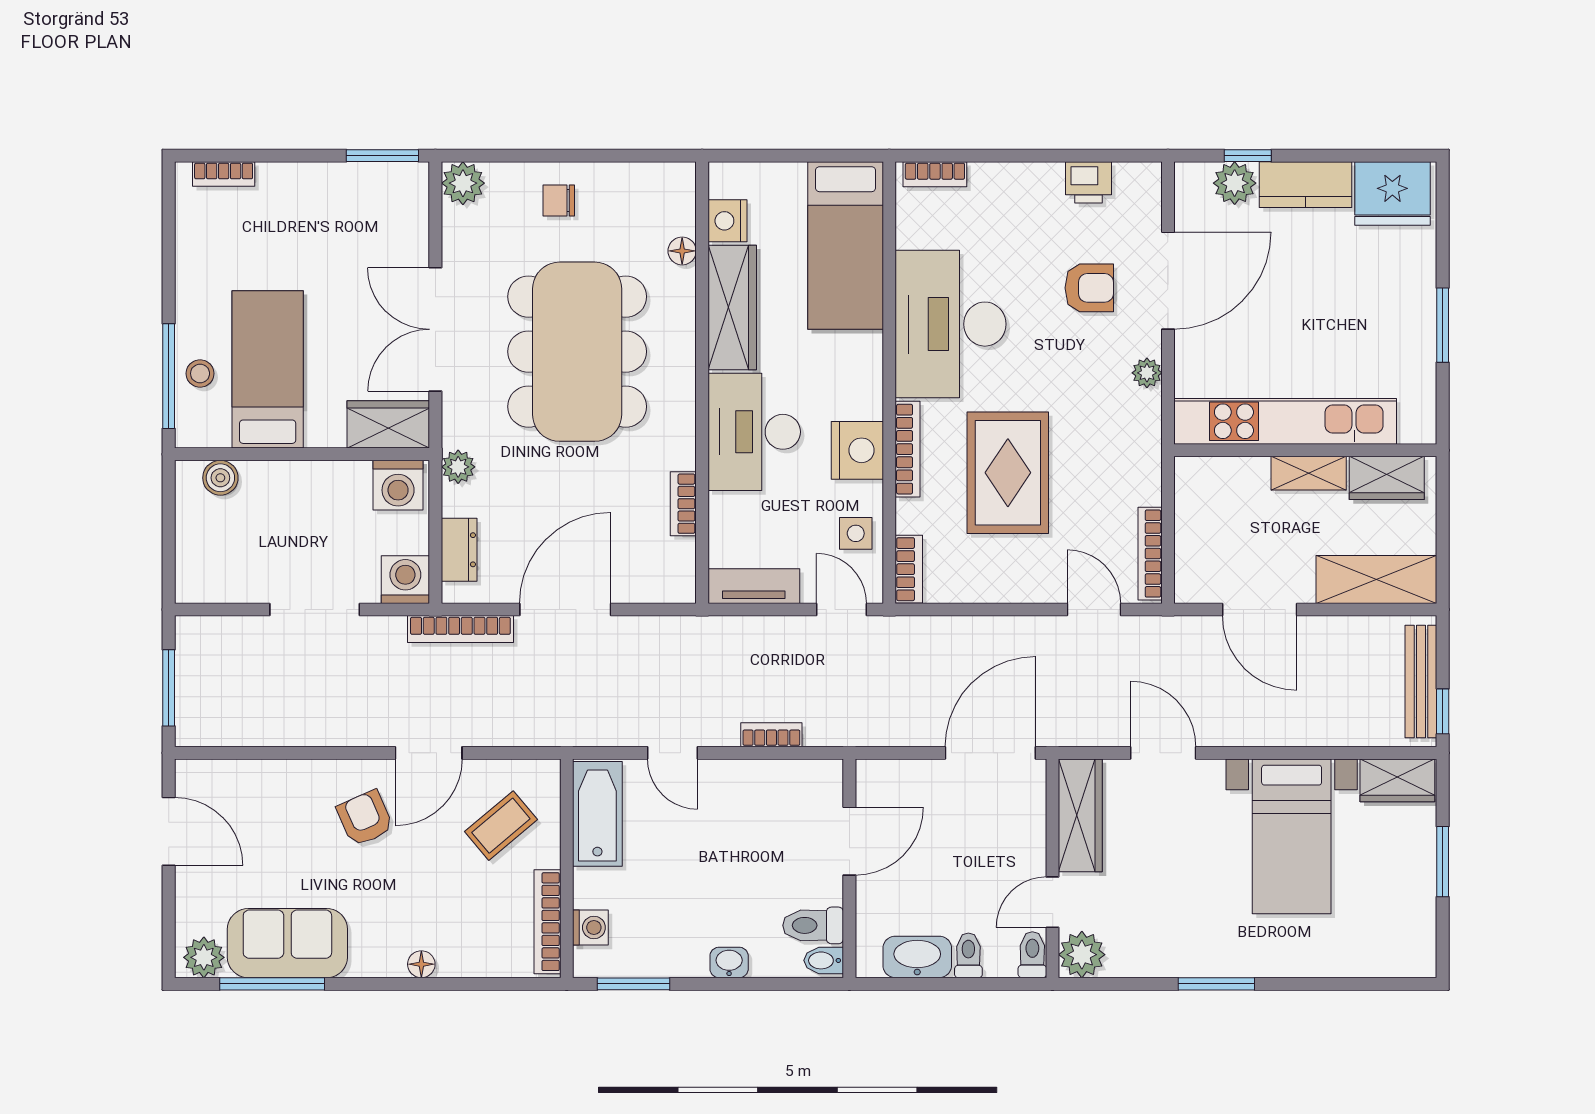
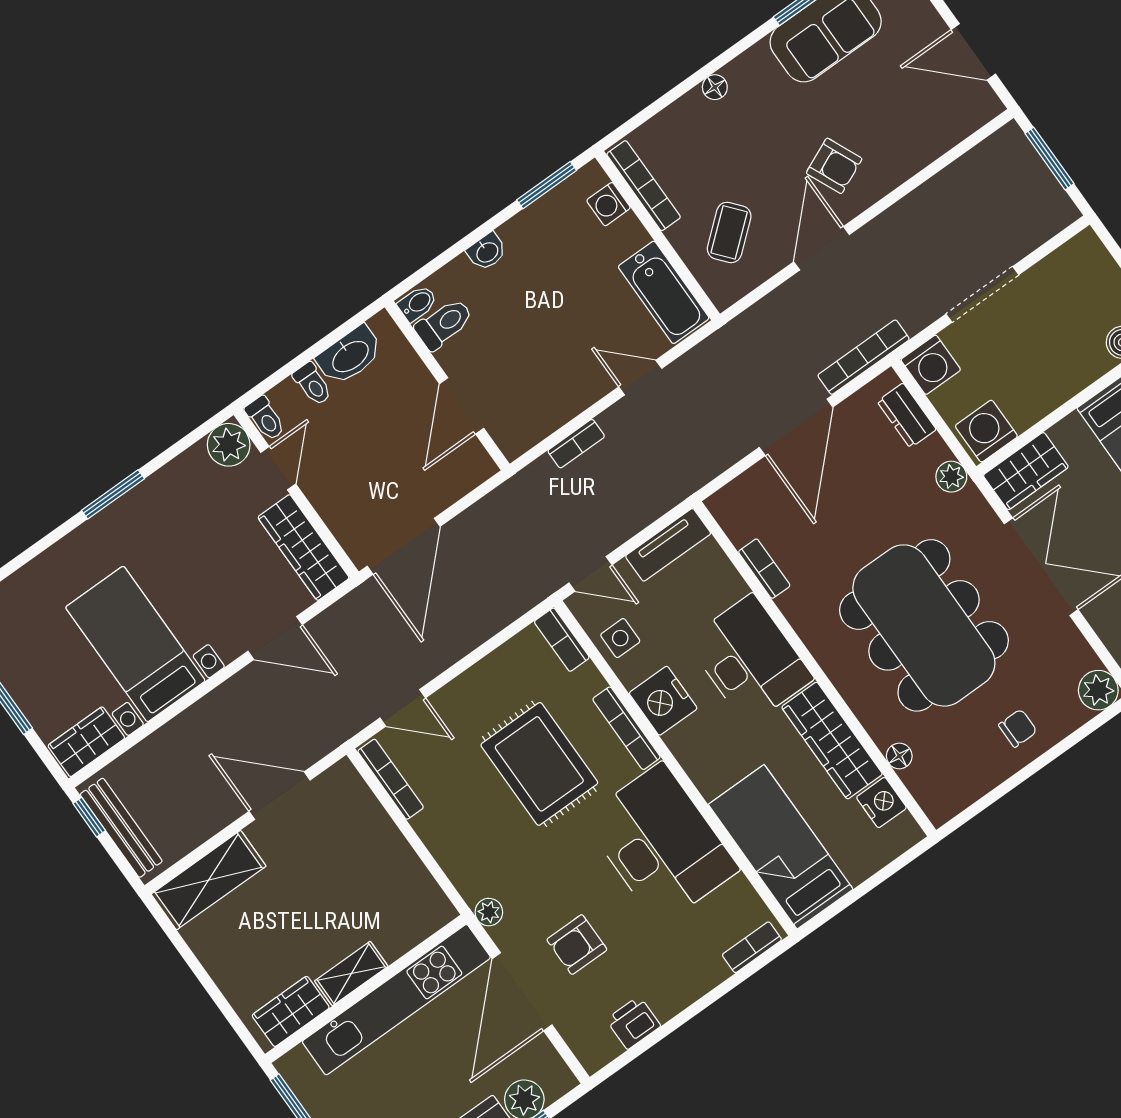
kitchen unit: (1285, 421) -> (396, 1000), moved
wall: (1305, 450) -> (366, 989), moved
shelving: (1309, 473) -> (351, 974), moved
wardrobe: (1387, 478) -> (291, 1011), moved

